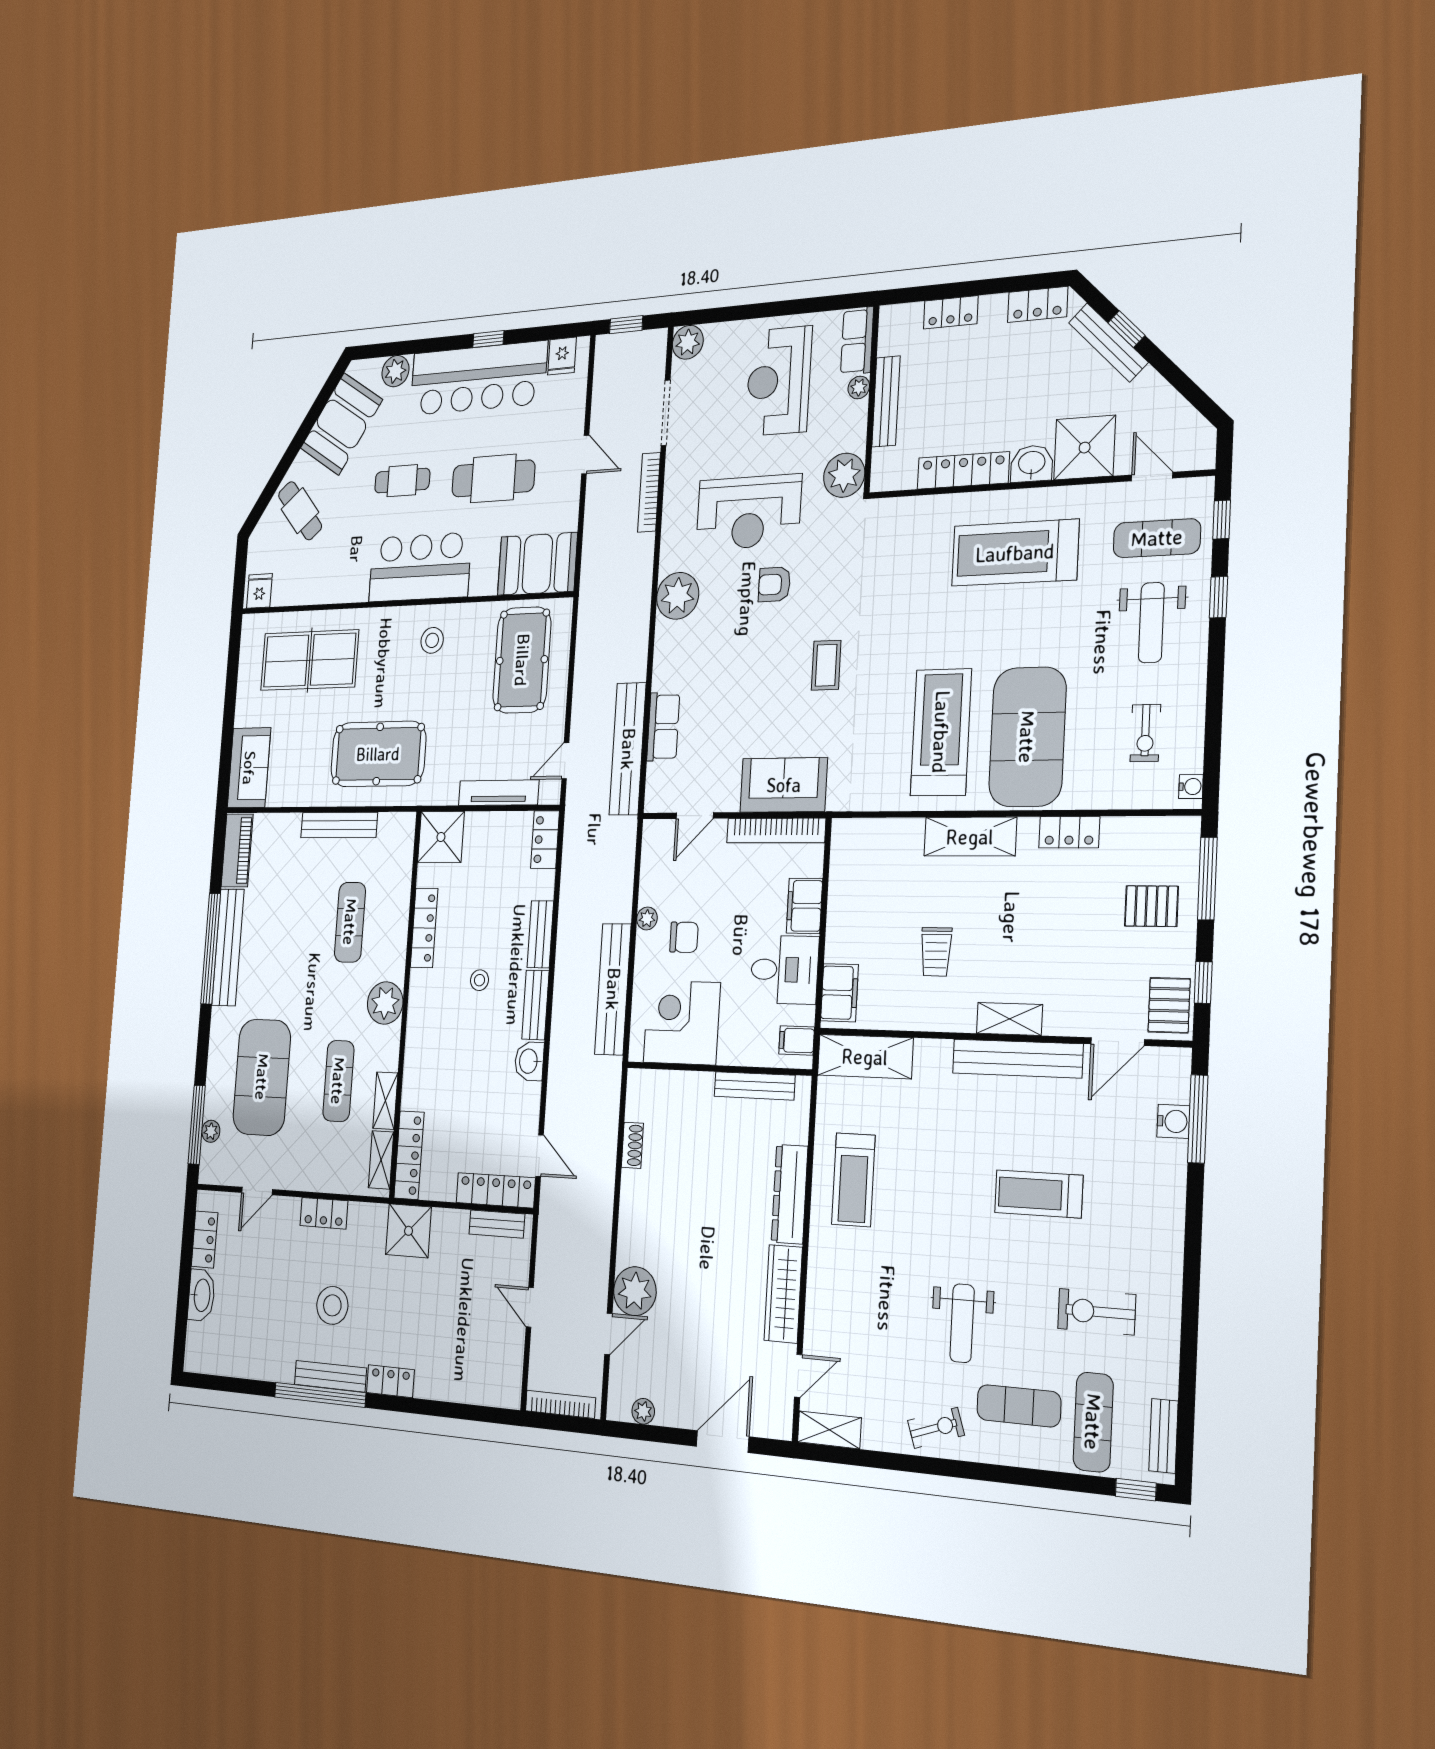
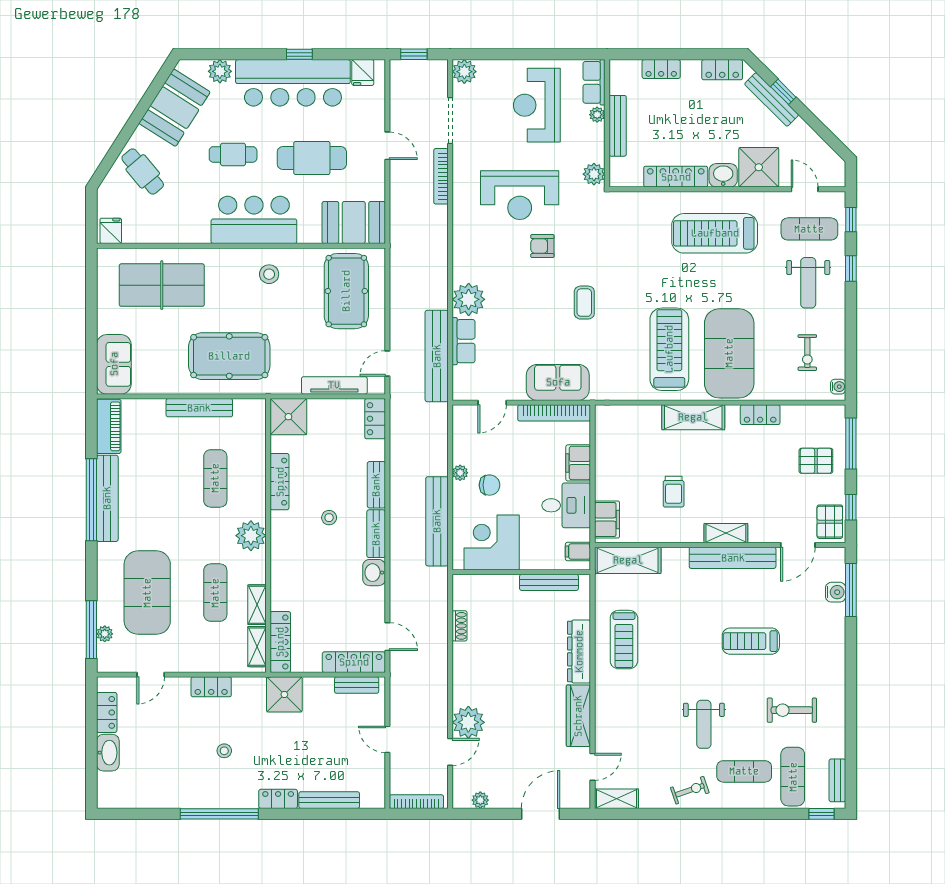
plant: (844, 475) -> (594, 174), width x0.73, depth x0.73
plant: (678, 596) -> (469, 299), moved
stool: (332, 1305) -> (224, 751), width x0.53, depth x0.53
bench: (330, 1376) -> (329, 800), moved

